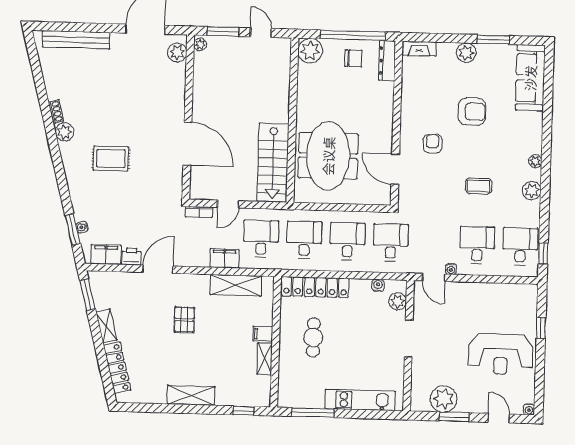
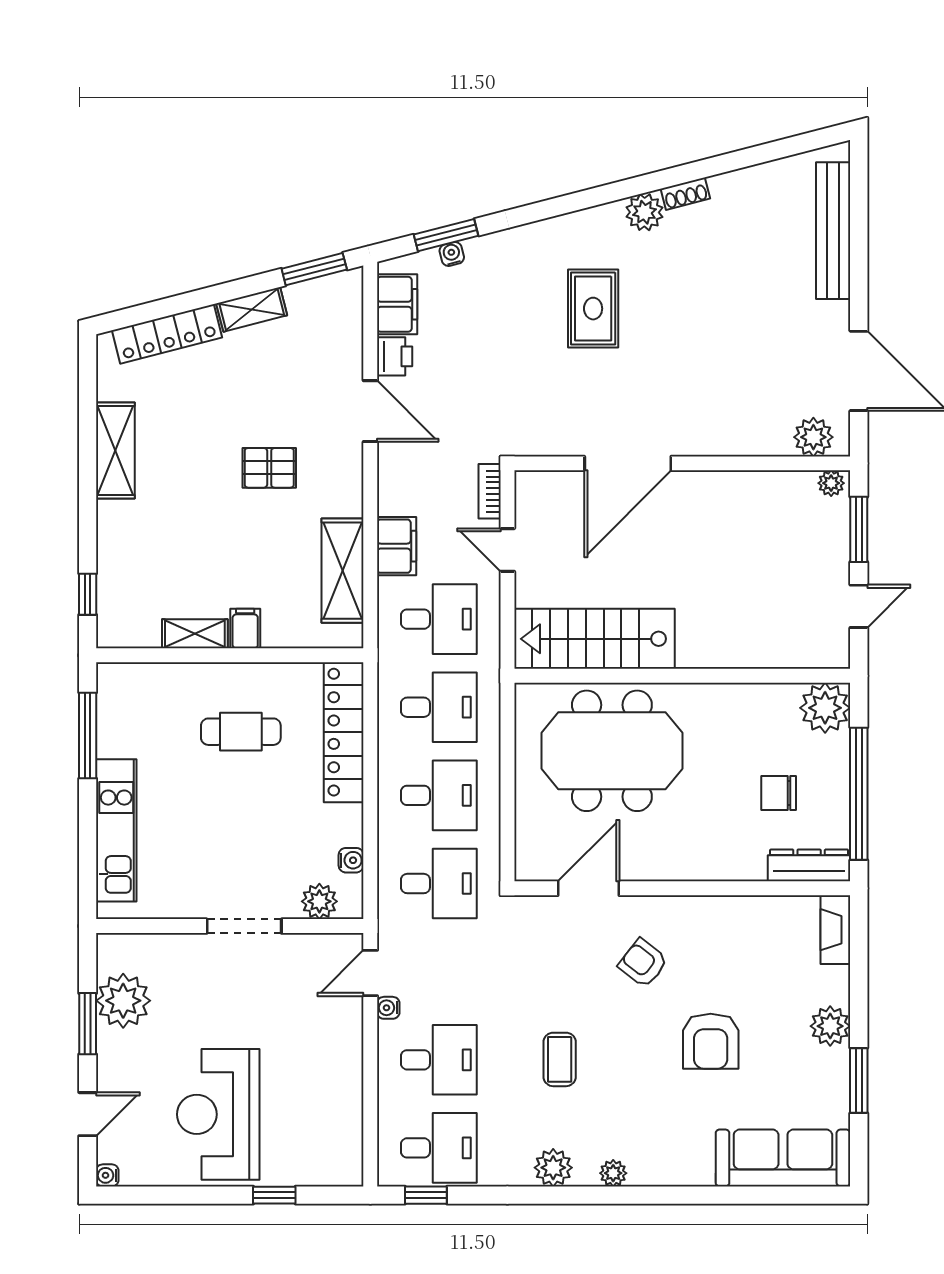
chair: (353, 58) -> (779, 793), moved, turned 90
armchair: (433, 144) -> (643, 963), turned -140
shelving: (191, 395) -> (115, 451), moved

